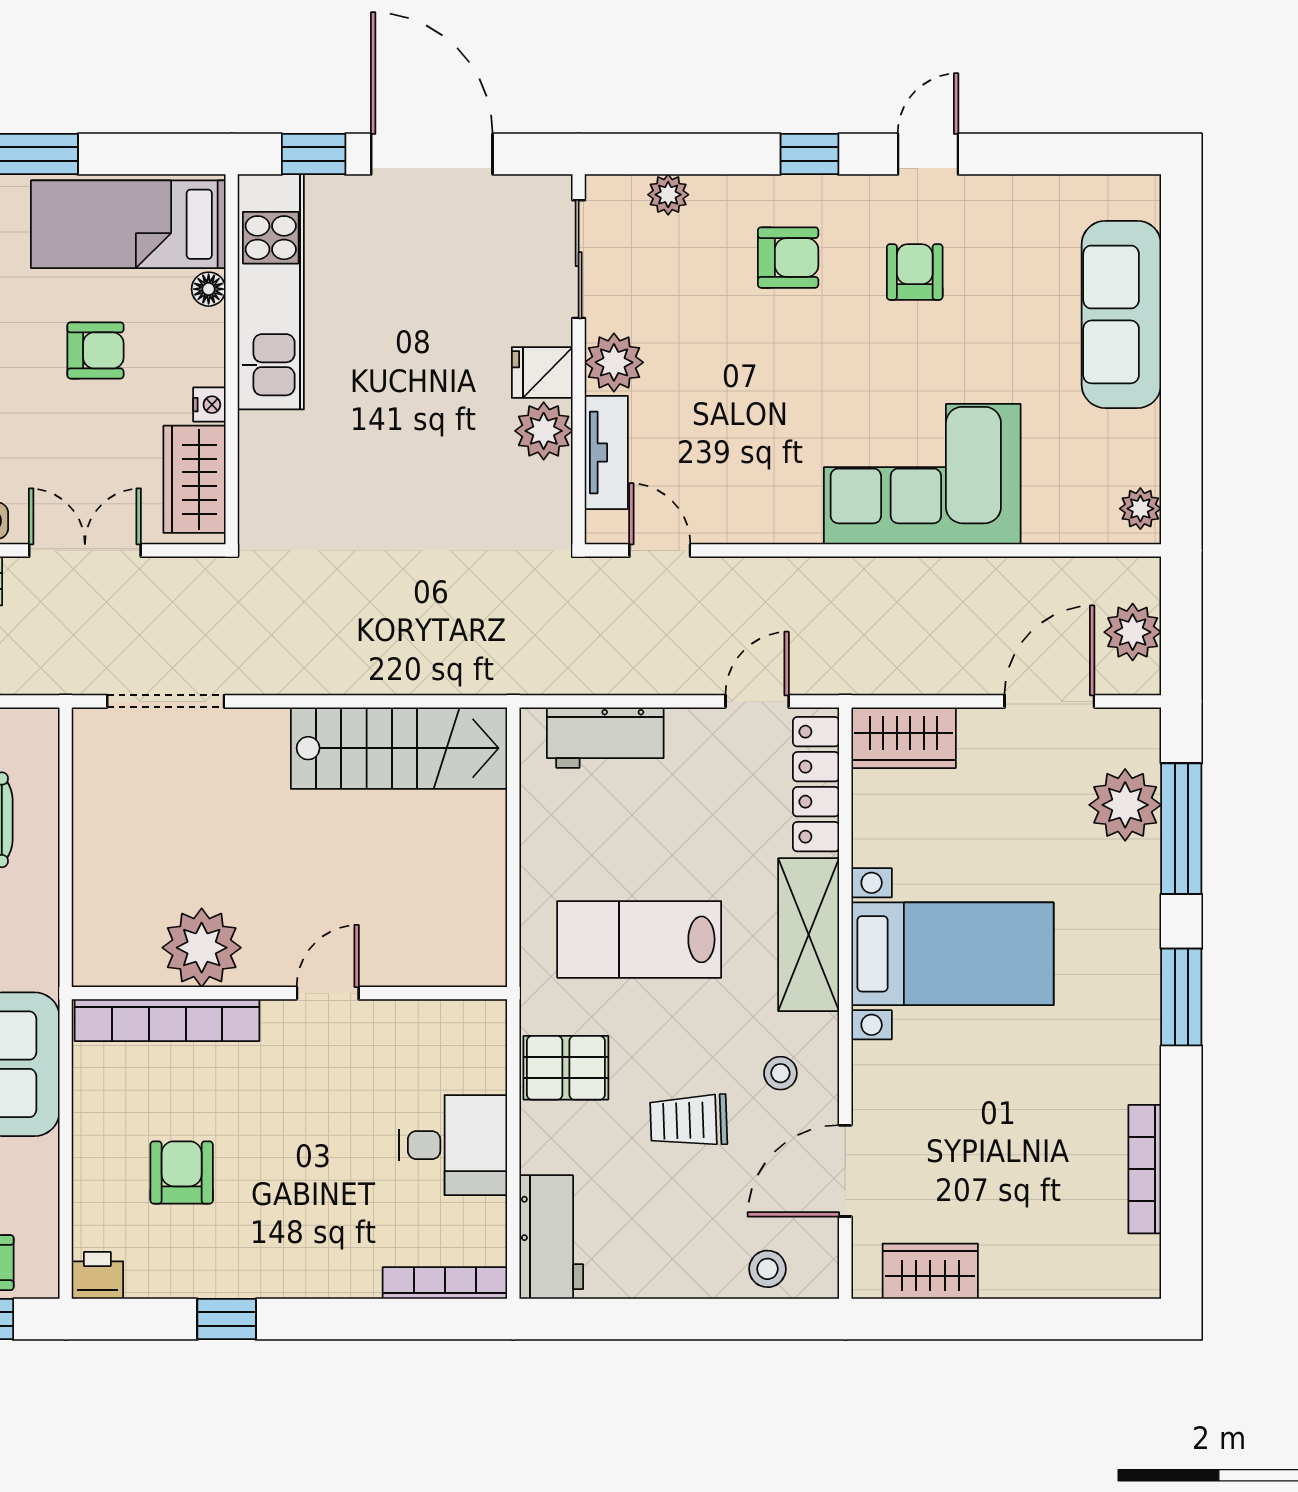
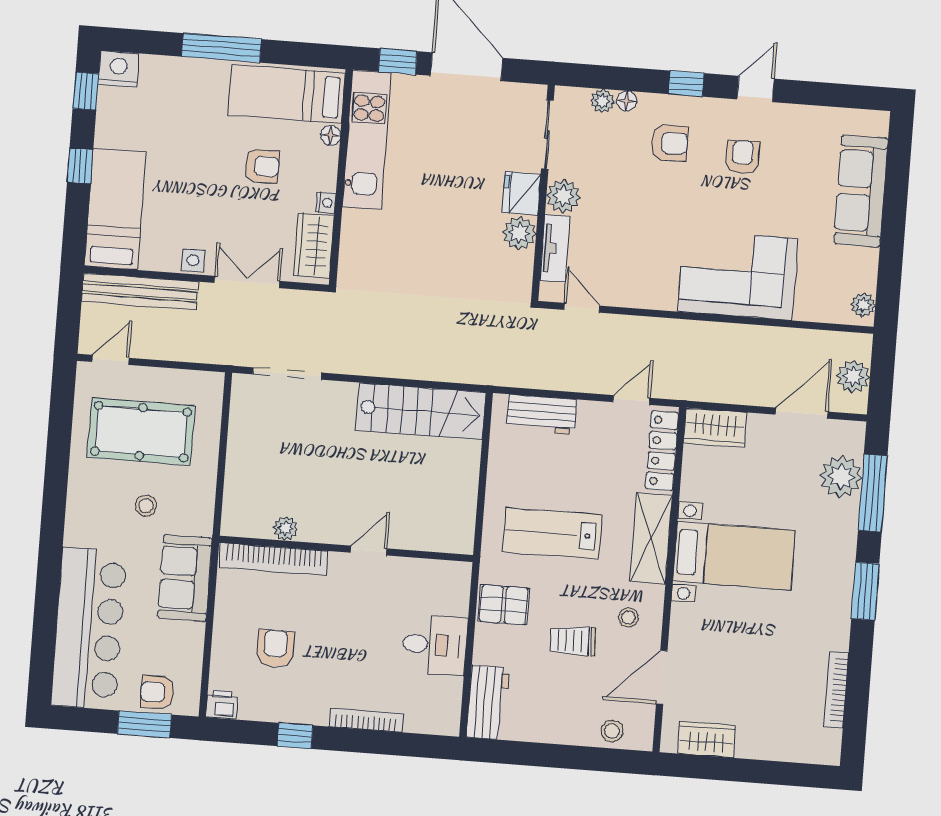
floor lamp: (710, 191) -> (627, 101), added
fridge: (542, 373) -> (522, 193), width x1.38
plant: (202, 948) -> (286, 528), width x0.53, depth x0.53
bookcase: (445, 1283) -> (366, 720), moved

